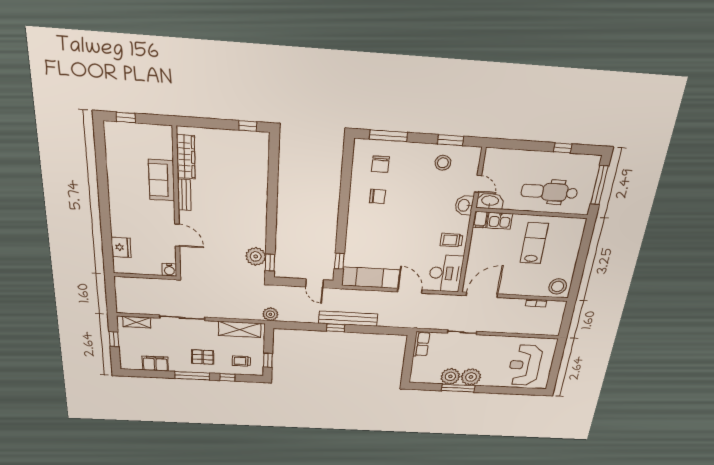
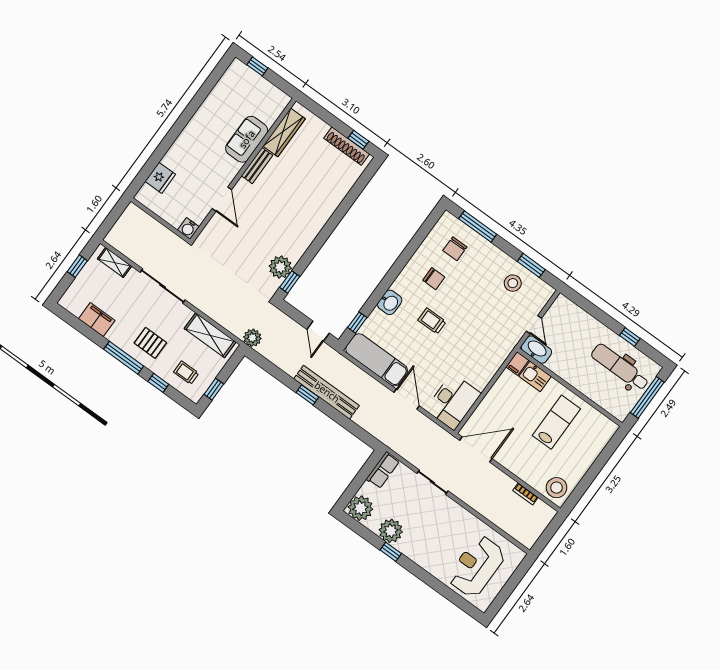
shoe rack: (242, 137) -> (347, 146), added
dental chair: (549, 192) -> (620, 367), moved
washbasin: (464, 205) -> (390, 302), moved, turned 180
trolley: (451, 240) -> (432, 321), moved
plant: (471, 377) -> (360, 508), moved
window: (458, 388) -> (391, 552), width x0.46

